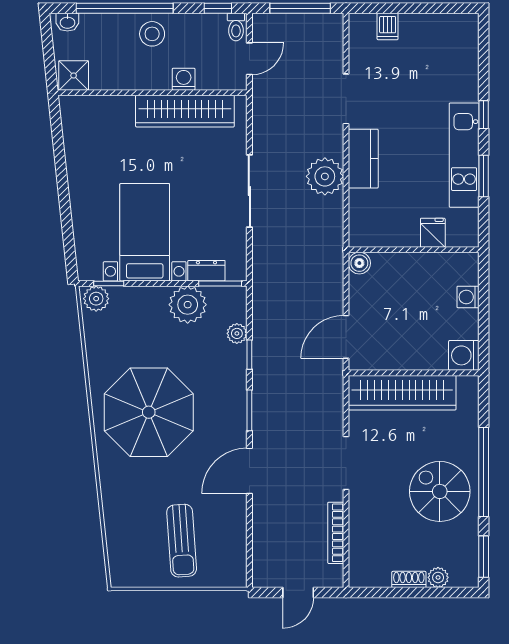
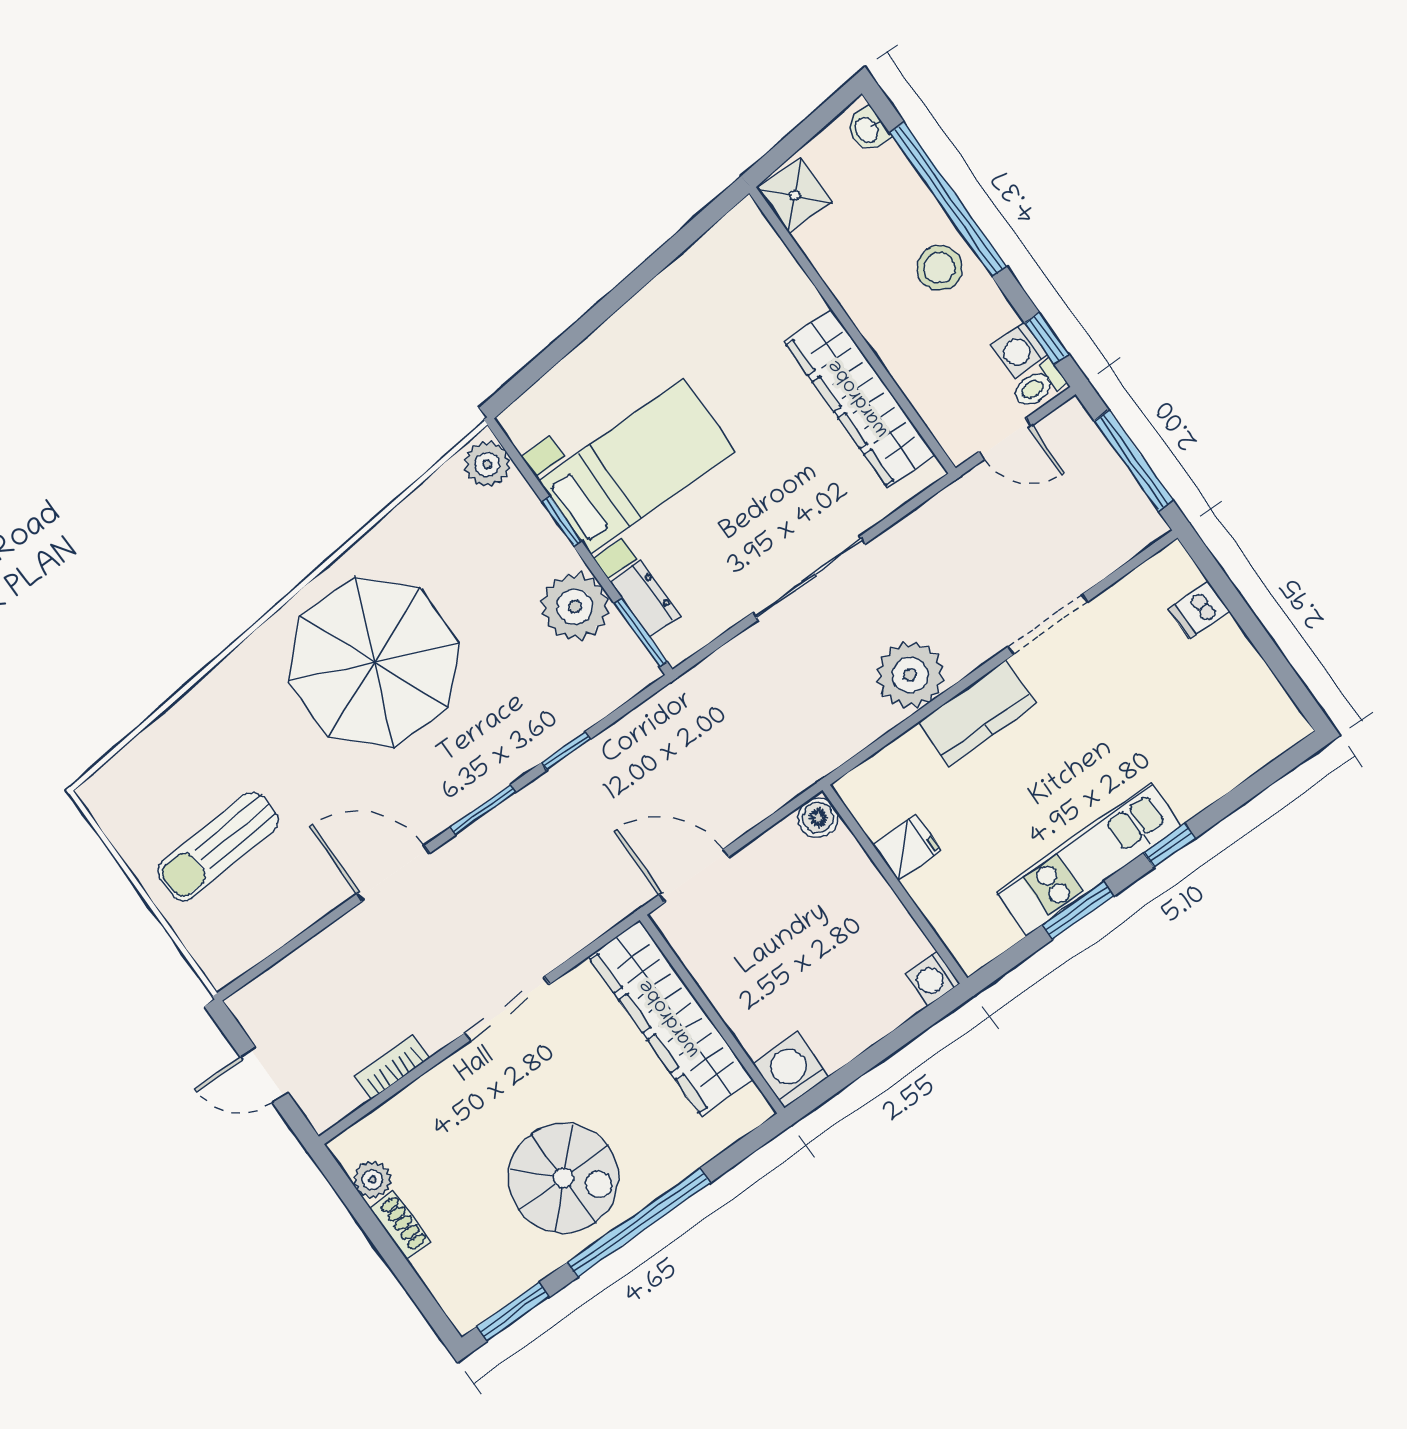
washing machine: (184, 79) -> (1019, 350), moved, turned 180
fridge: (433, 233) -> (907, 848), moved
window: (109, 284) -> (562, 521), moved
washing machine: (468, 297) -> (932, 979), moved, turned -90
plant: (237, 333) -> (584, 710), removed
spiral stairs: (440, 491) -> (564, 1178), turned 90
bookcase: (336, 533) -> (392, 1067), width x0.64
plant: (438, 577) -> (372, 1180), moved

